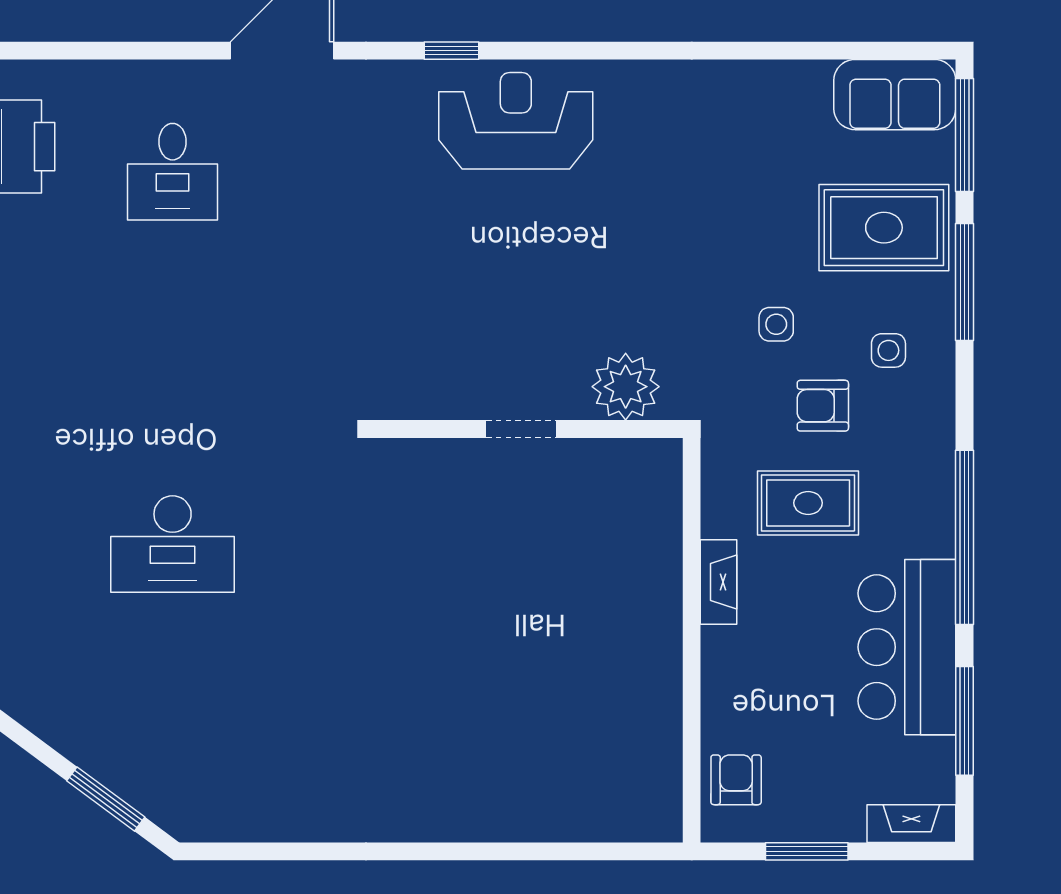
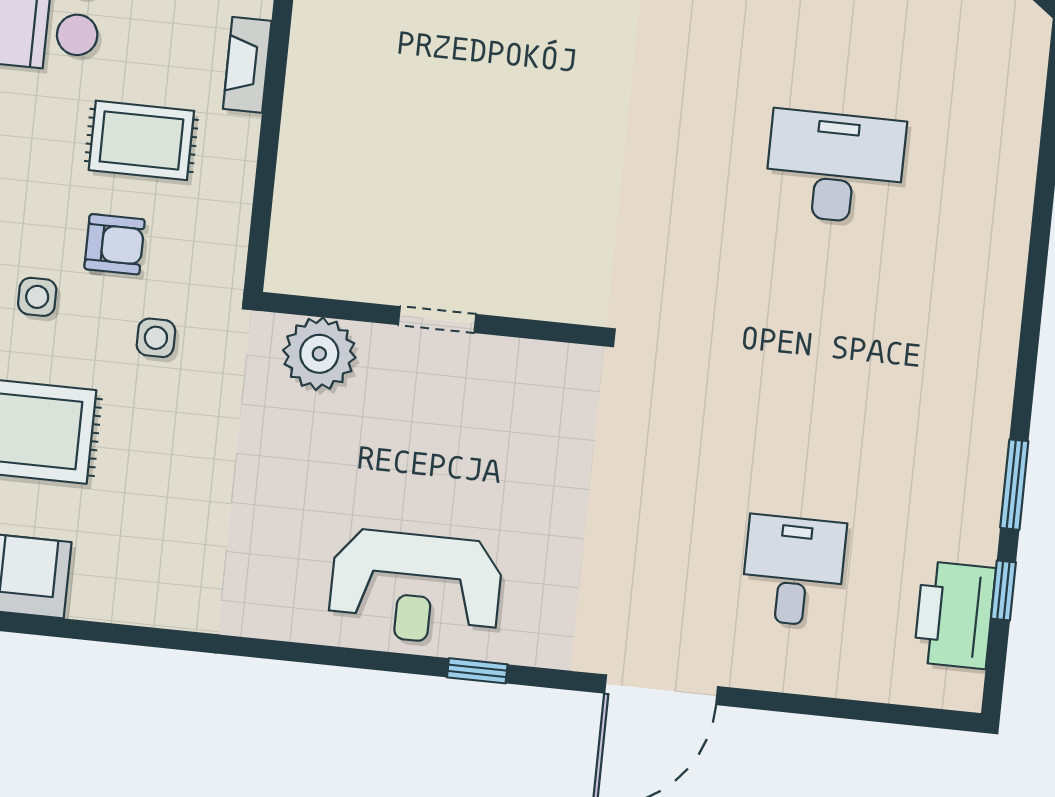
plant: (626, 387) -> (319, 354), moved
doorway: (521, 429) -> (437, 320), moved
wall: (529, 429) -> (429, 319), moved

